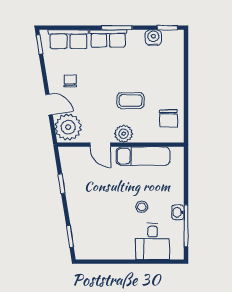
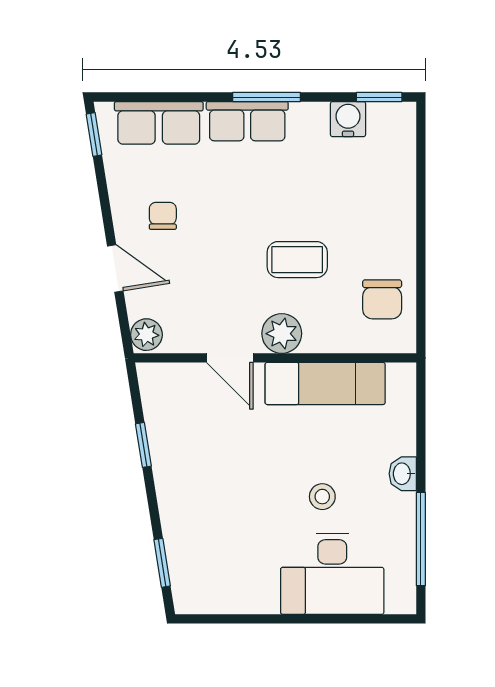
plant: (68, 127) -> (146, 335), width x0.53, depth x0.53
washbasin: (178, 212) -> (403, 474), moved
desk: (153, 241) -> (332, 574), width x1.37

